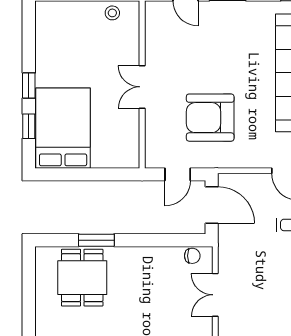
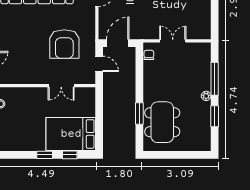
double door: (142, 87) -> (61, 86), moved
dining table: (82, 278) -> (162, 122), width x1.38
double door: (215, 295) -> (173, 41), swing flipped

